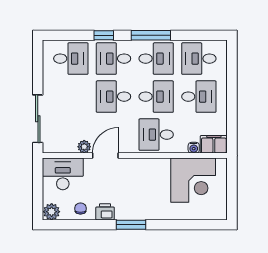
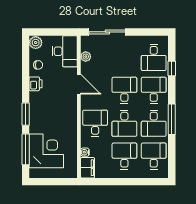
window: (104, 35) -> (172, 69), moved
desk: (199, 97) -> (124, 156), turned 180
plant: (84, 147) -> (86, 57), moved
corner desk: (193, 180) -> (46, 151), moved, turned 180
window: (131, 225) -> (26, 114), moved
window: (190, 225) -> (26, 149), added

